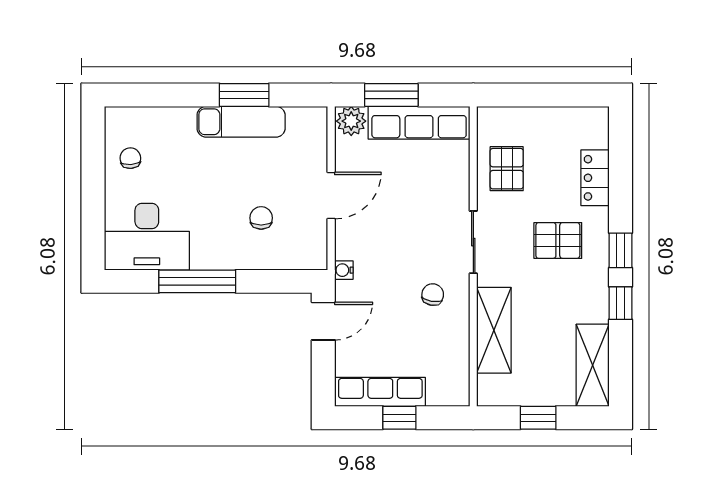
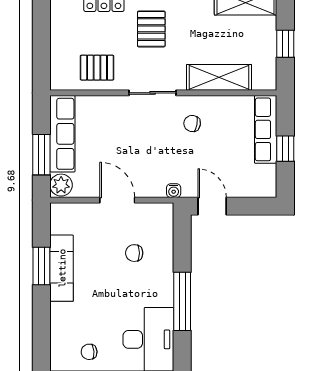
row of seats: (380, 392) -> (266, 129), moved

